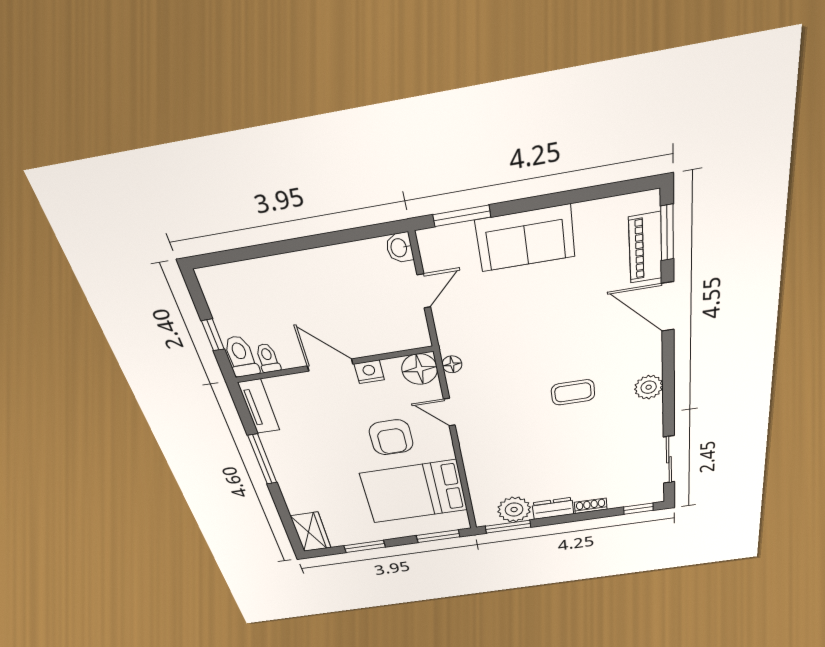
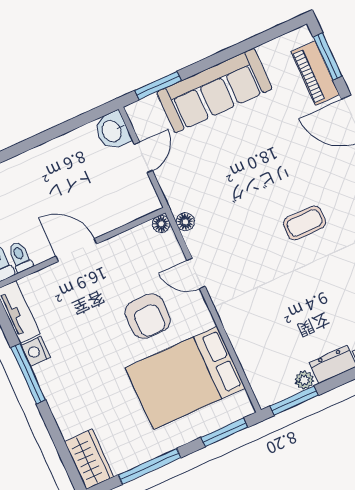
sofa: (525, 238) -> (214, 91), width x1.36
washbasin: (399, 248) -> (112, 131), width x1.38, depth x1.45
floor lamp: (420, 369) -> (161, 224), width x0.53, depth x0.53
nightstand: (369, 372) -> (35, 351), moved, turned -90
plant: (514, 510) -> (304, 380), width x0.53, depth x0.53
window: (365, 546) -> (150, 466), width x1.44

